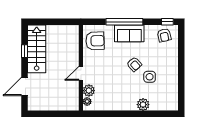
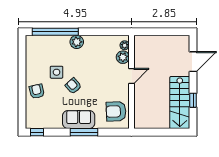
window: (124, 22) -> (84, 132), width x0.68
armchair: (164, 35) -> (37, 91), moved
plant: (143, 105) -> (77, 42), moved
window: (151, 114) -> (55, 32), added

